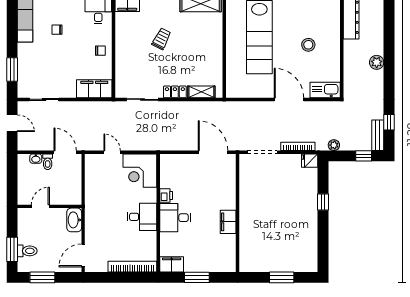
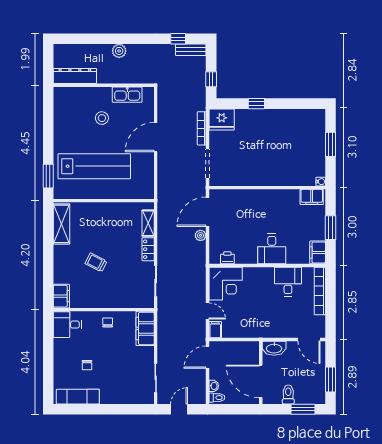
window: (12, 69) -> (126, 409), removed
kitchen sink: (325, 90) -> (127, 95), moved, turned -90
plant: (334, 145) -> (200, 235), moved
door: (112, 152) -> (208, 311), swing flipped
window: (364, 156) -> (211, 79), moved
filing cabinet: (93, 160) -> (215, 330), added
fridge: (310, 161) -> (222, 119), width x1.88, depth x1.34
toilet: (48, 162) -> (217, 398), moved
printer: (166, 196) -> (227, 258), moved
door: (40, 206) -> (261, 381), width x1.87
desk: (142, 217) -> (288, 282), moved
filing cabinet: (228, 222) -> (312, 197), moved
toilet: (27, 251) -> (288, 394), moved
water cooler: (244, 267) -> (321, 182), added

